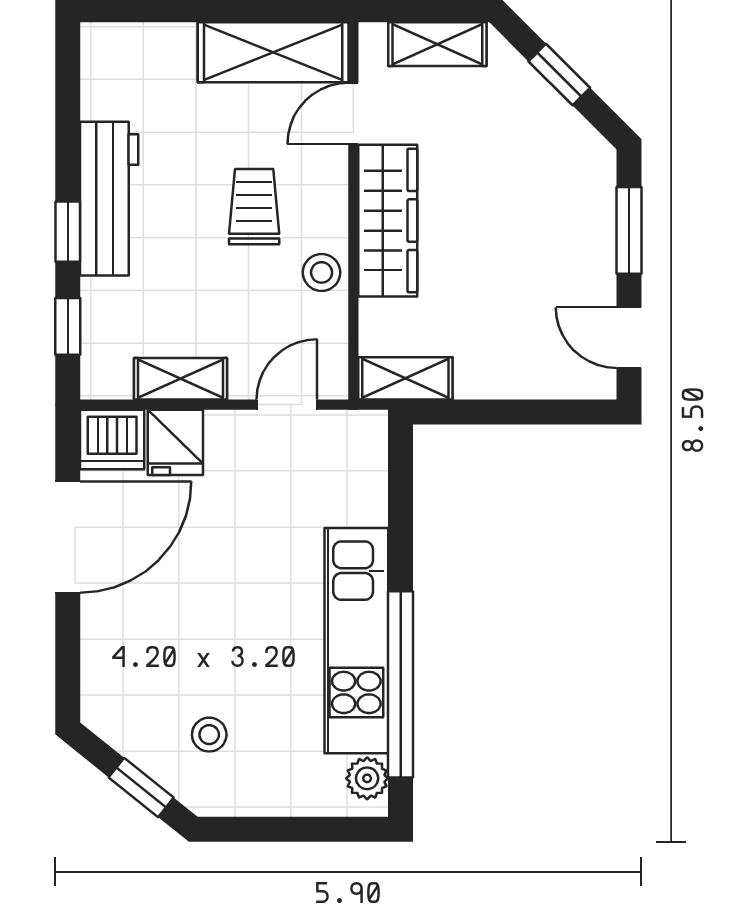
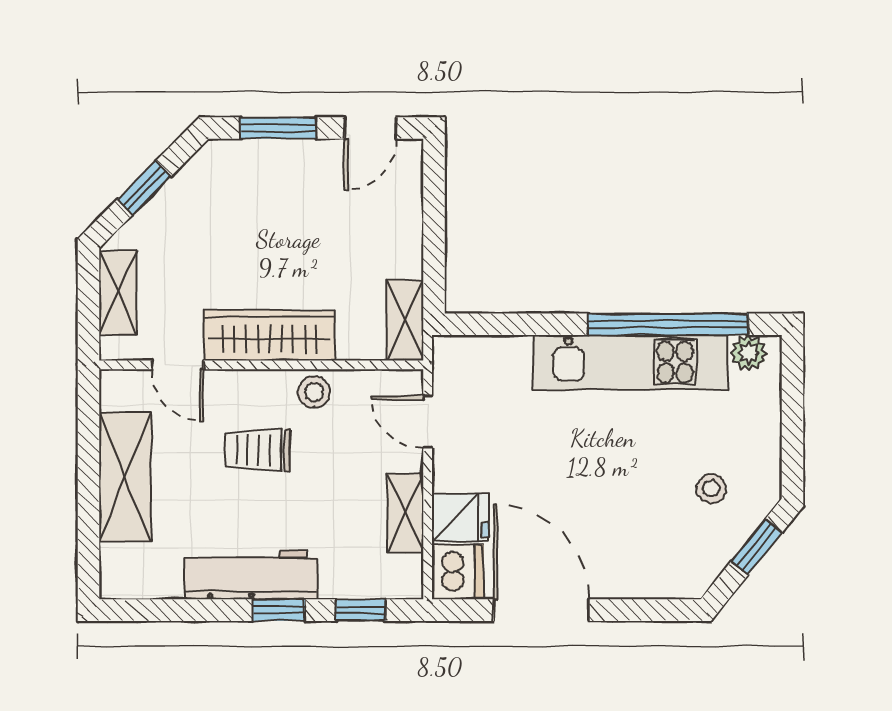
shelving: (273, 52) -> (125, 477), moved

